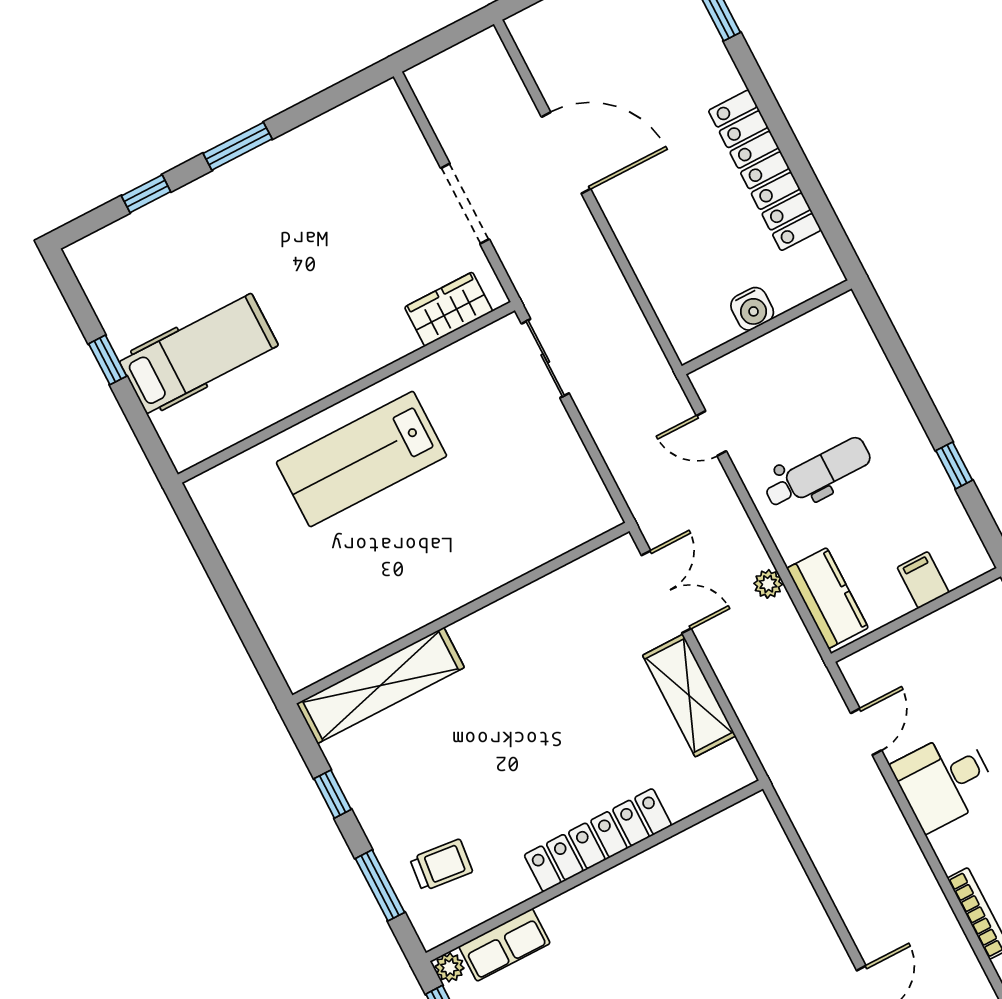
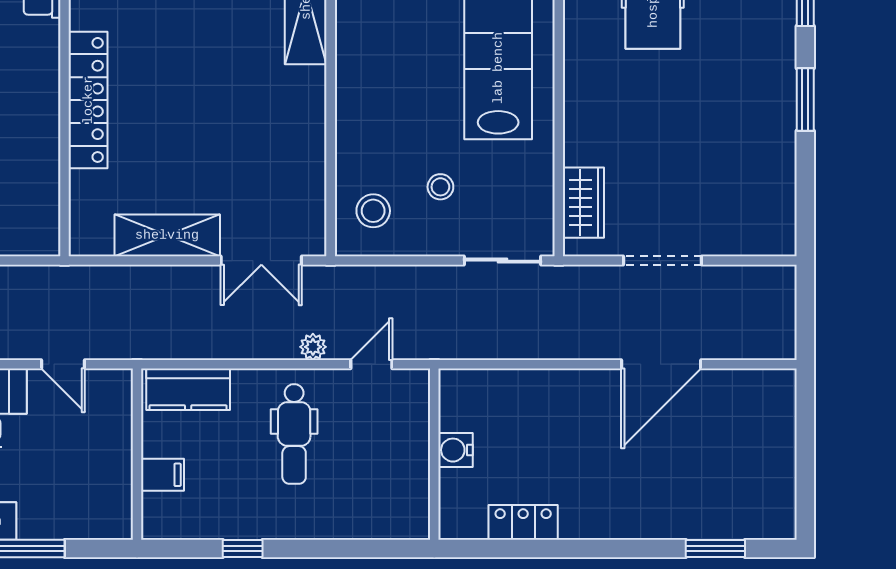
locker: (765, 170) -> (523, 522), width x0.46, depth x0.83
stool: (505, 455) -> (440, 187), added
stool: (562, 509) -> (373, 211), added
plant: (768, 584) -> (313, 347), moved

